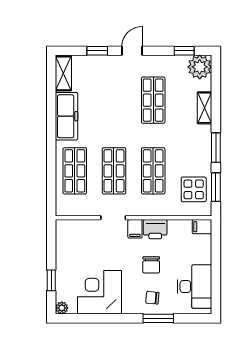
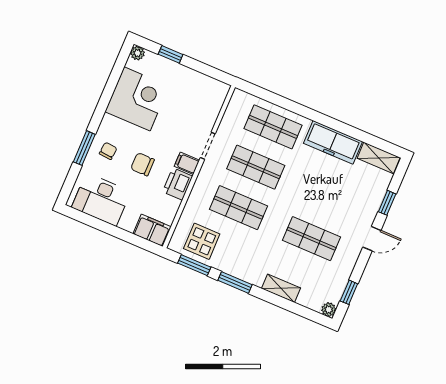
door: (132, 51) -> (372, 239), hinge flipped
plant: (200, 67) -> (329, 310), width x0.53, depth x0.53
filing cabinet: (202, 227) -> (152, 230), width x2.00

